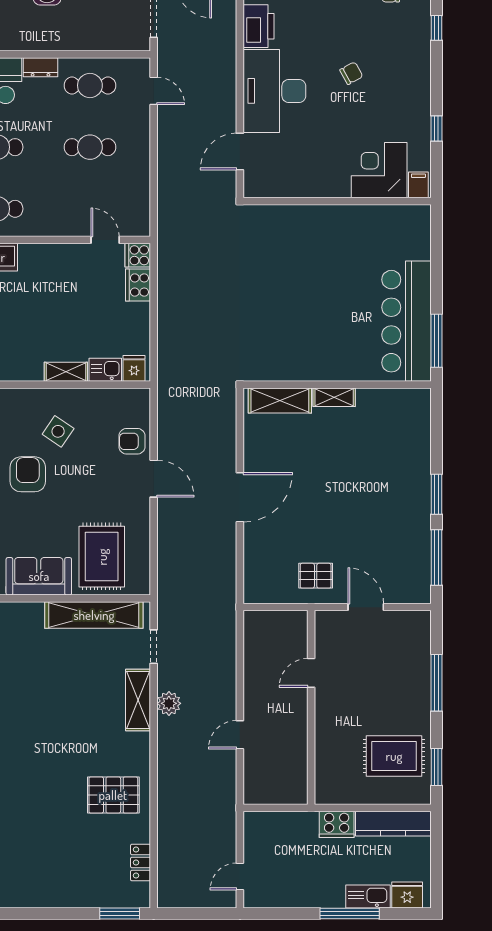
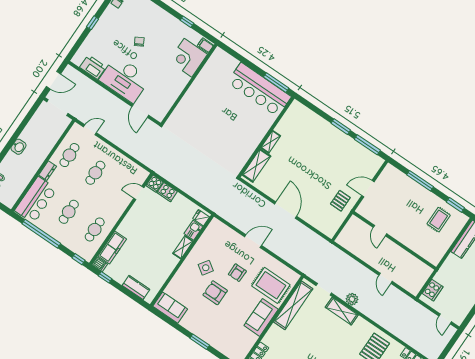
armchair: (132, 441) -> (237, 273), moved
rug: (394, 756) -> (439, 220), width x0.73, depth x0.70
cooker: (337, 824) -> (433, 290), moved

